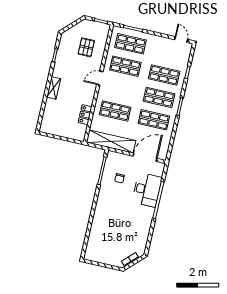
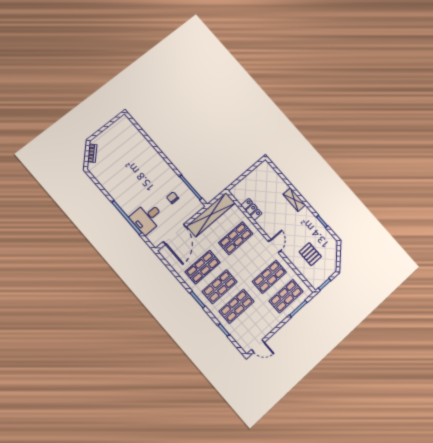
desk: (147, 190) -> (147, 218), width x0.73

